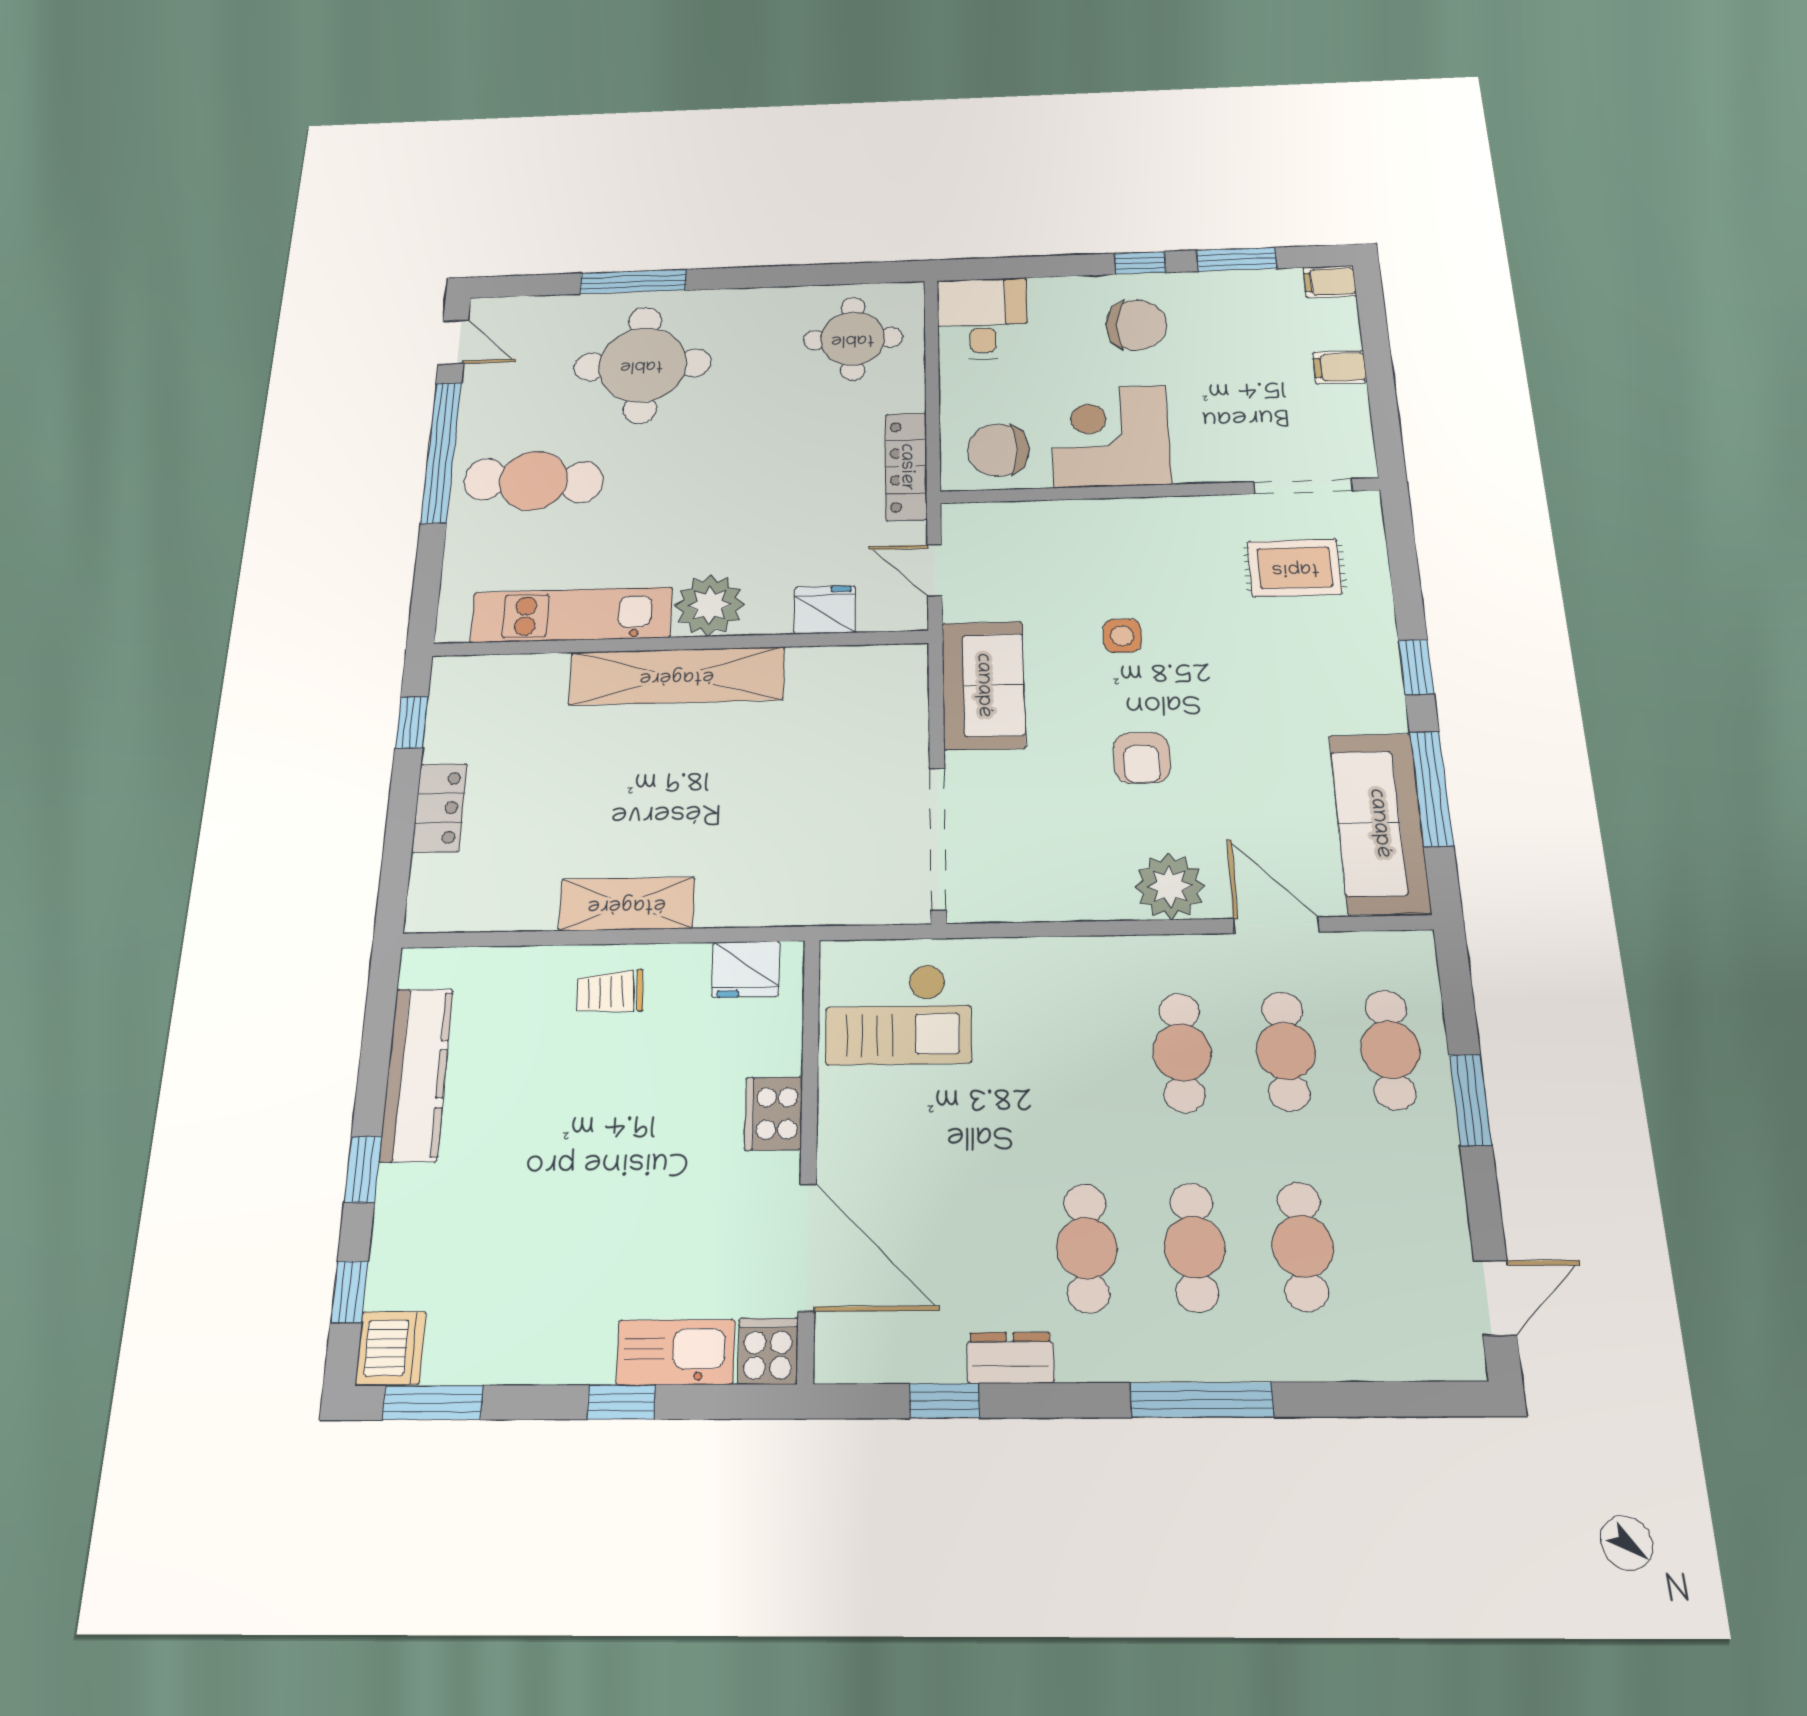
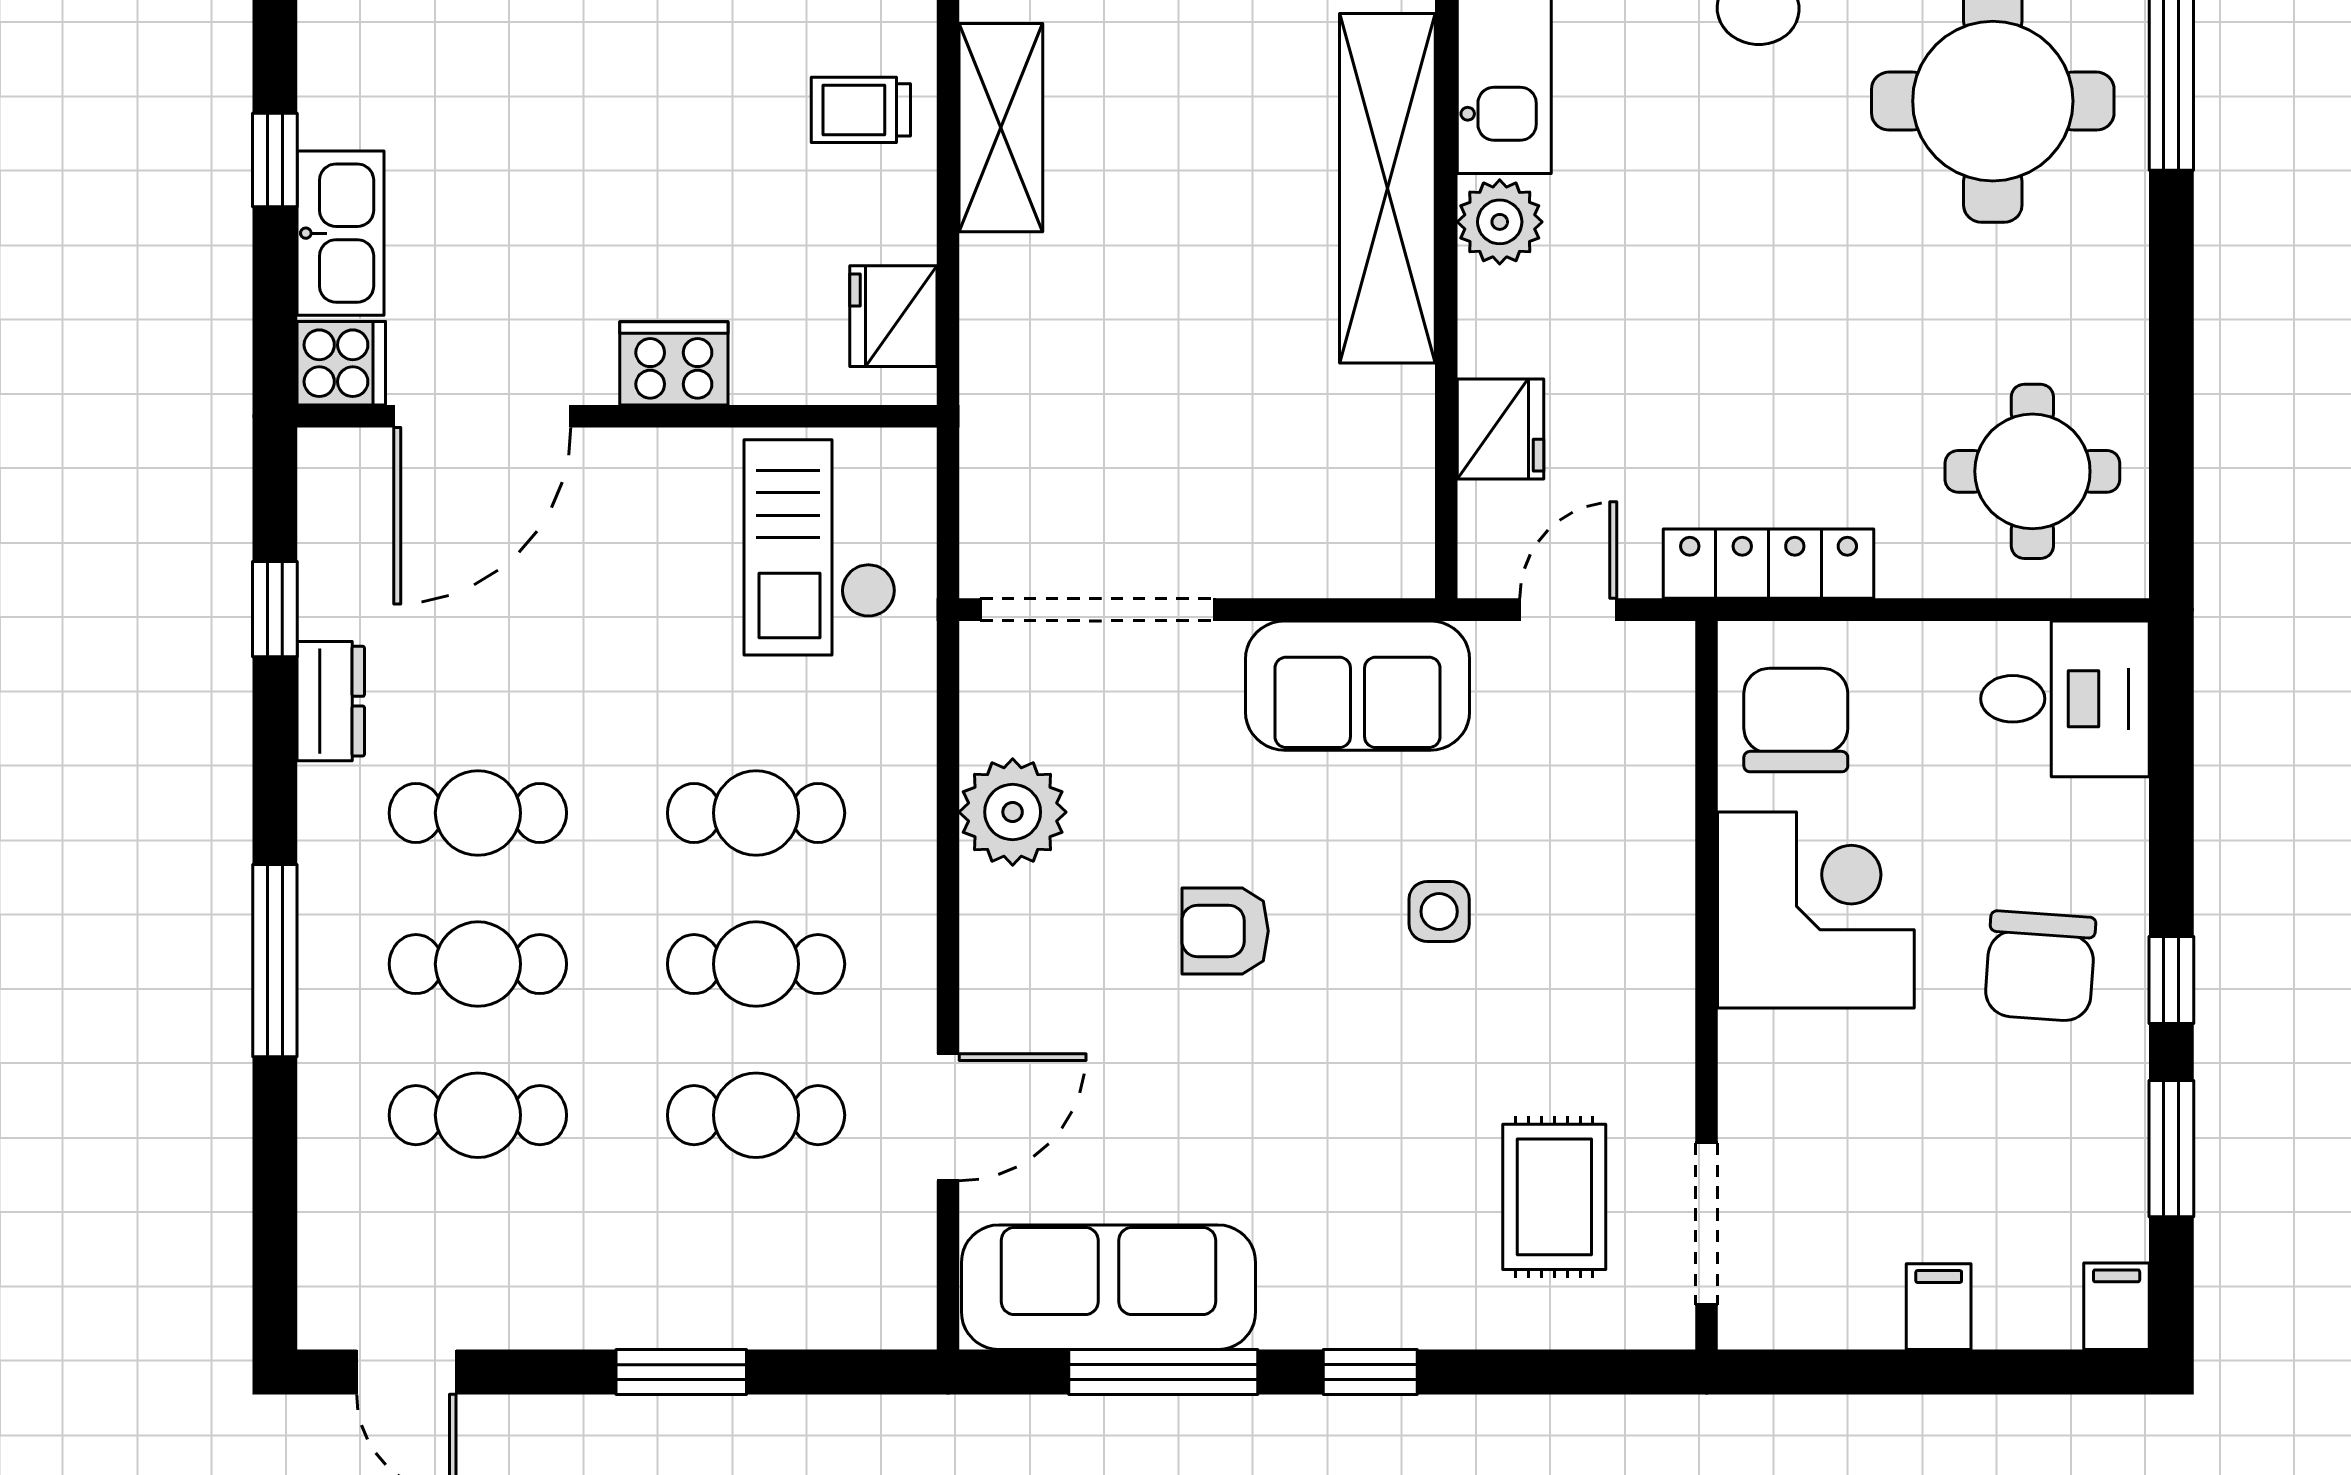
plant: (709, 605) -> (1500, 222), width x0.73, depth x0.73
plant: (1170, 886) -> (1013, 812), moved
trolley: (610, 992) -> (861, 110), turned -87
cafe table: (1390, 1050) -> (756, 813), moved

